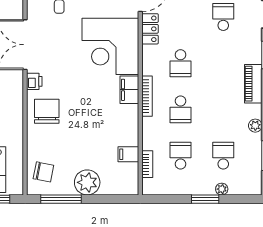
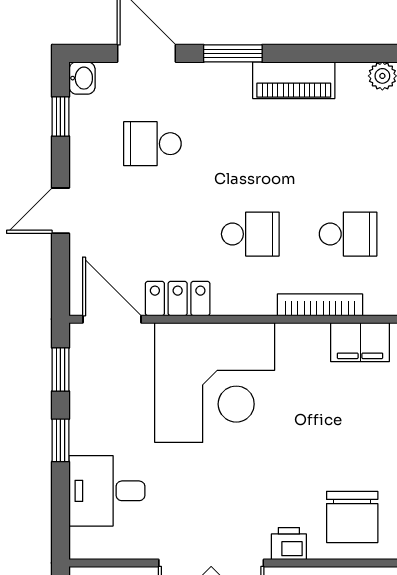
filing cabinet: (129, 90) -> (360, 342), moved
chair: (47, 111) -> (352, 517), turned -90

